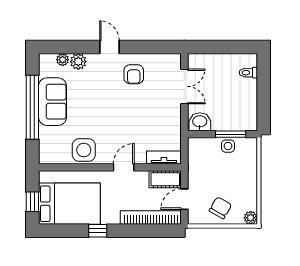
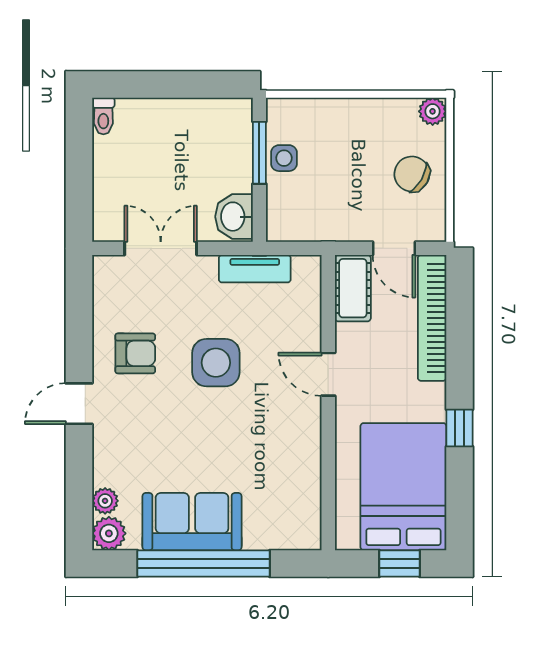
plant: (78, 62) -> (109, 533), moved
toilet: (248, 73) -> (103, 116), moved
side table: (84, 150) -> (216, 363), moved
tv unit: (164, 158) -> (255, 269), moved, turned -90

